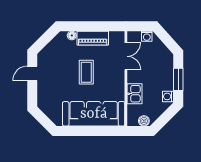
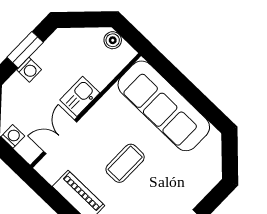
kitchen sink: (134, 94) -> (80, 96), moved
washing machine: (168, 96) -> (29, 70), moved

